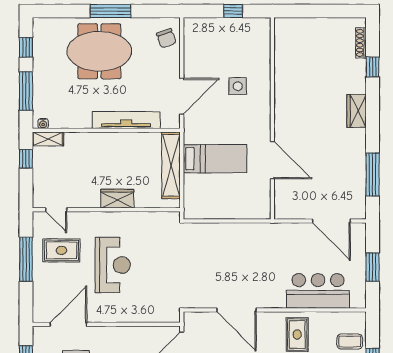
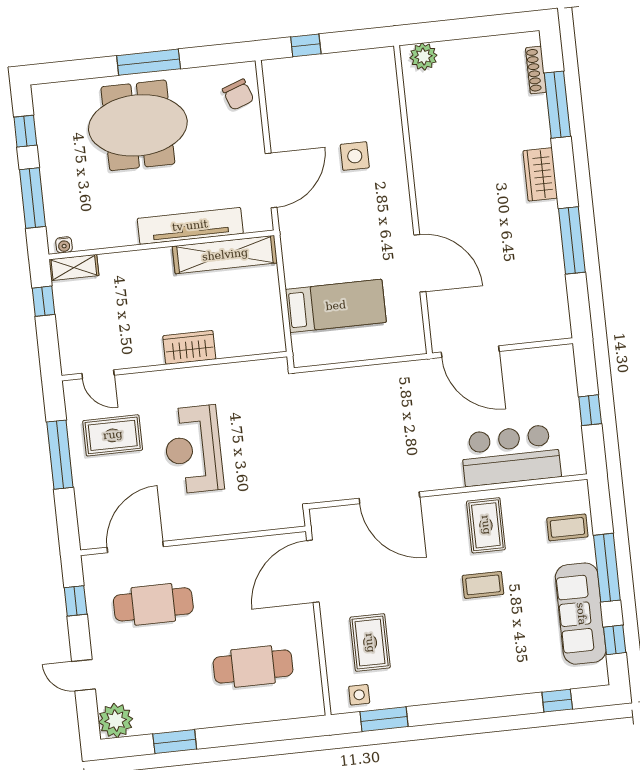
window: (233, 11) -> (306, 45), moved
plant: (289, 26) -> (423, 57), added
window: (373, 67) -> (557, 105), width x2.17
bed: (215, 159) -> (336, 306), moved
shelving: (171, 165) -> (225, 255), moved, turned 90
window: (373, 174) -> (572, 240), moved
door: (331, 221) -> (470, 352), moved
reception desk: (113, 265) -> (193, 449), turned 180
window: (373, 267) -> (590, 410), width x0.67

